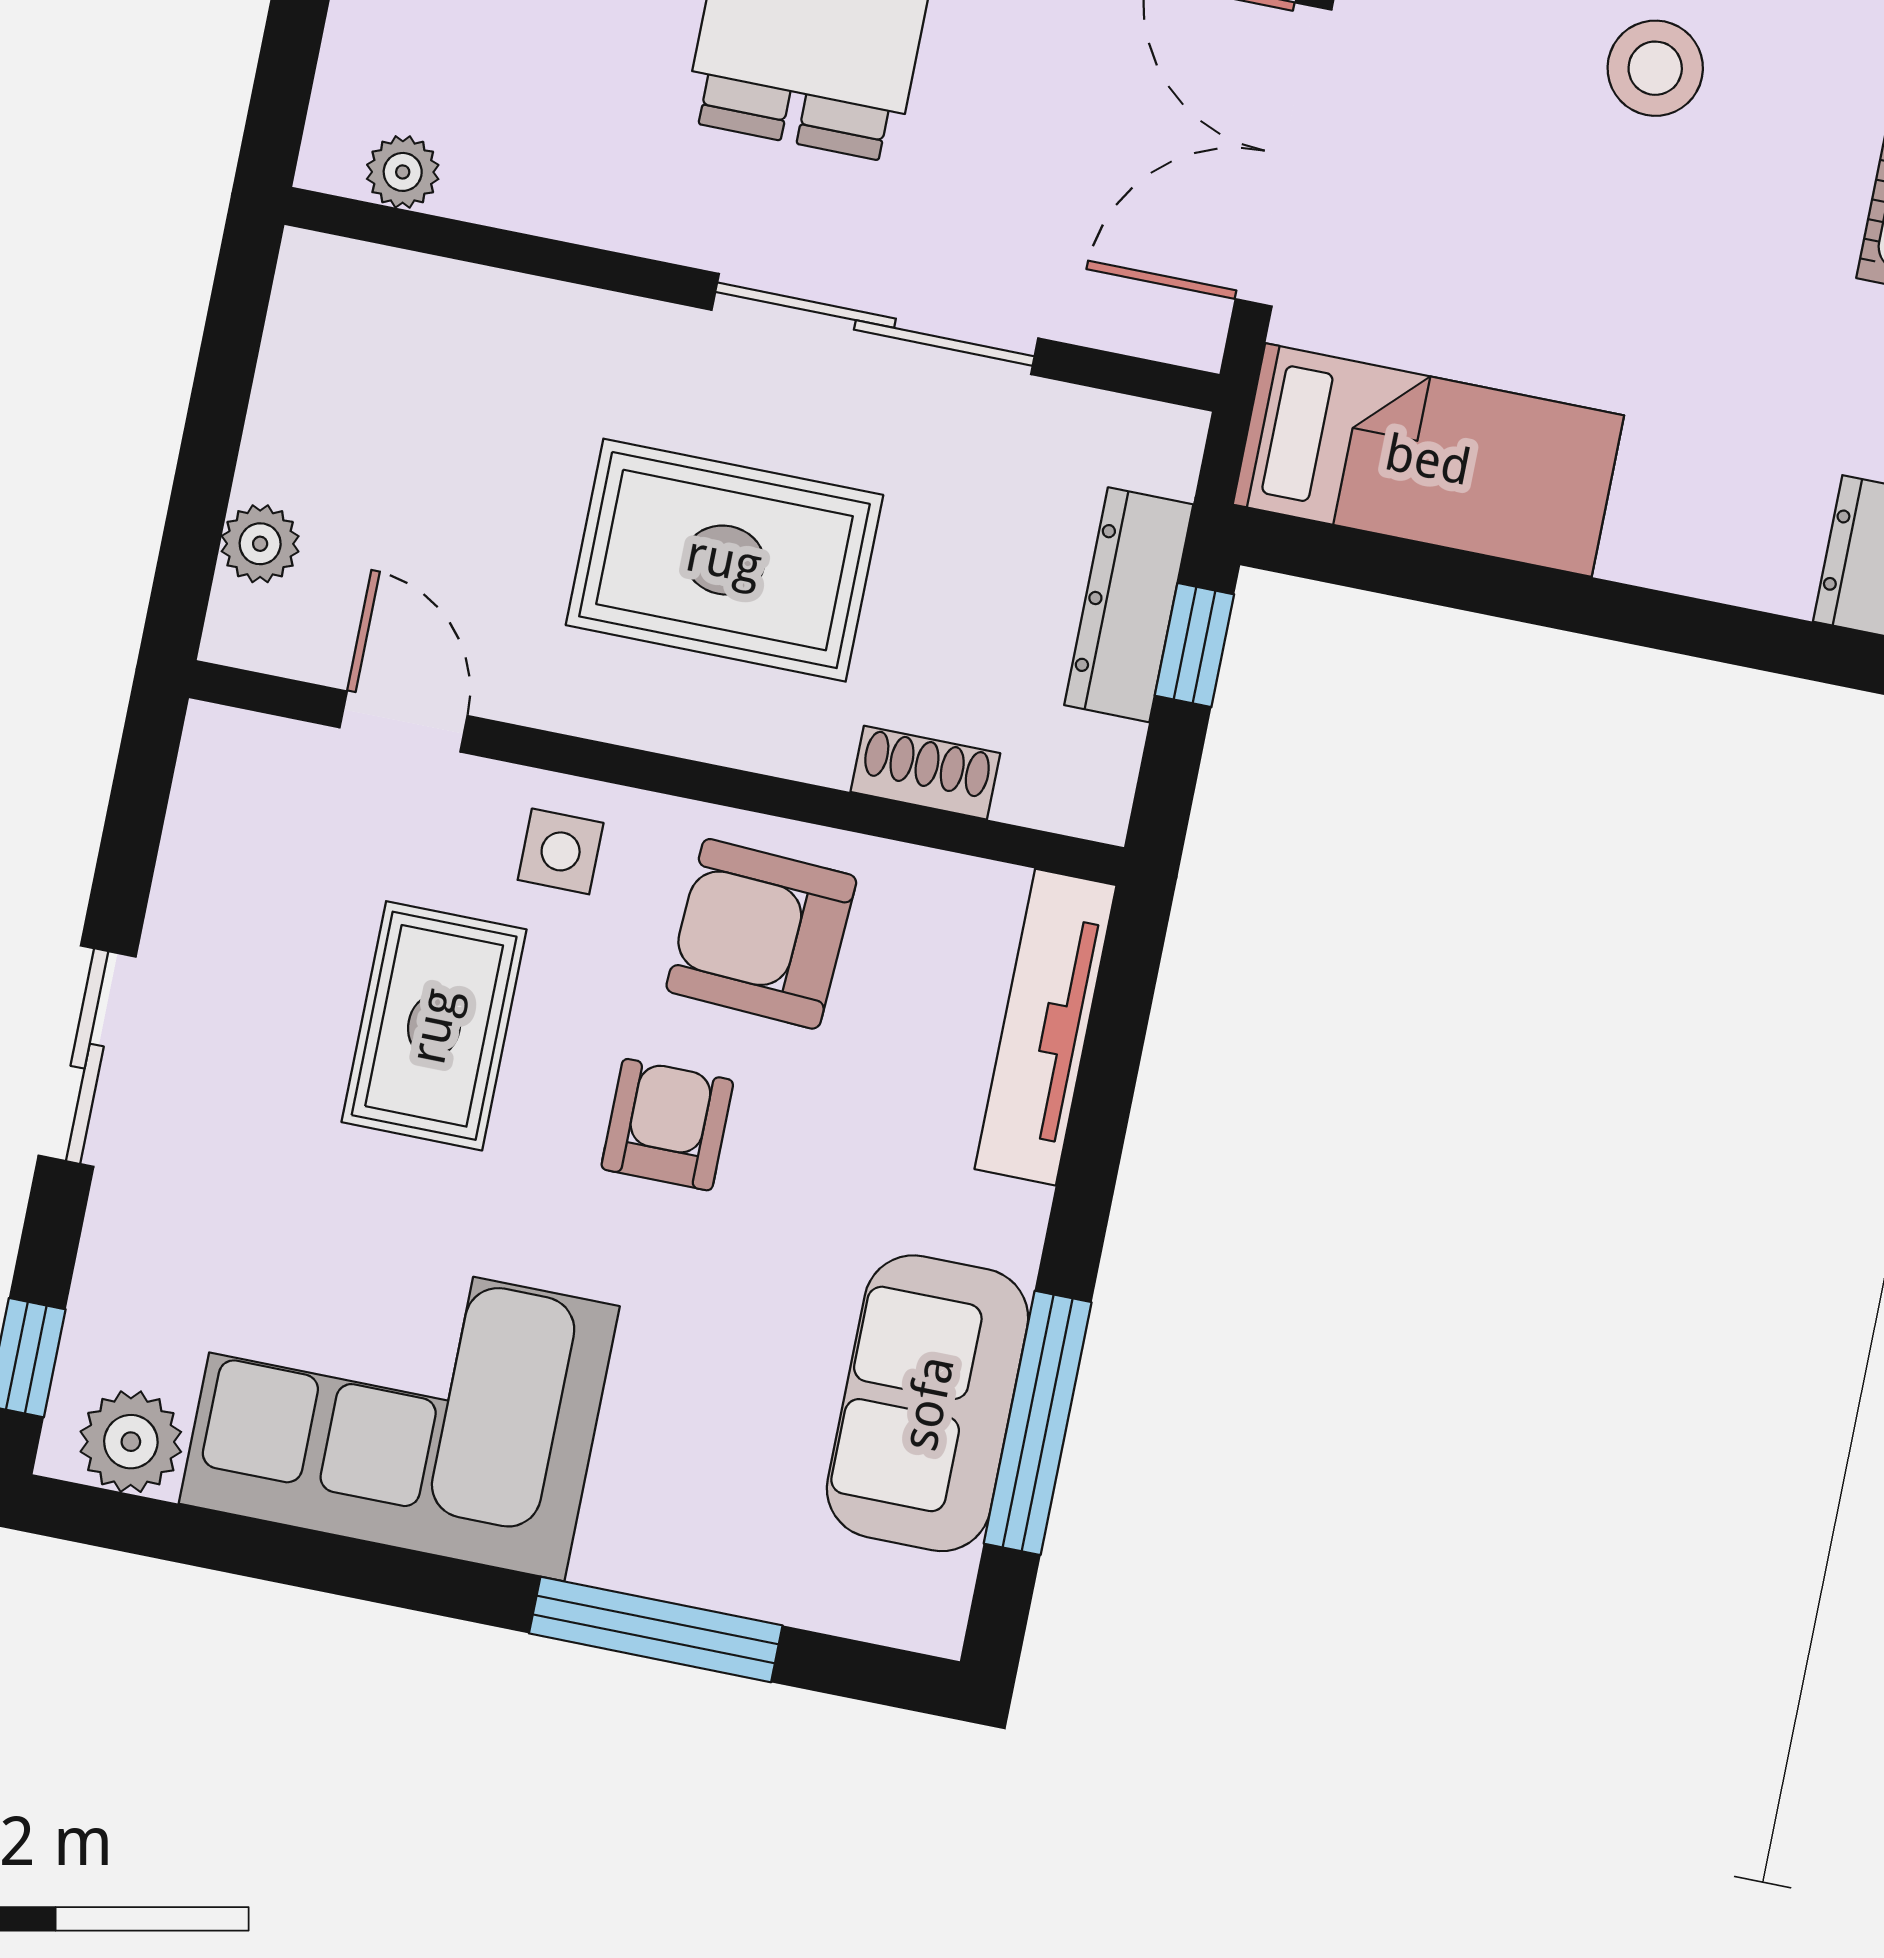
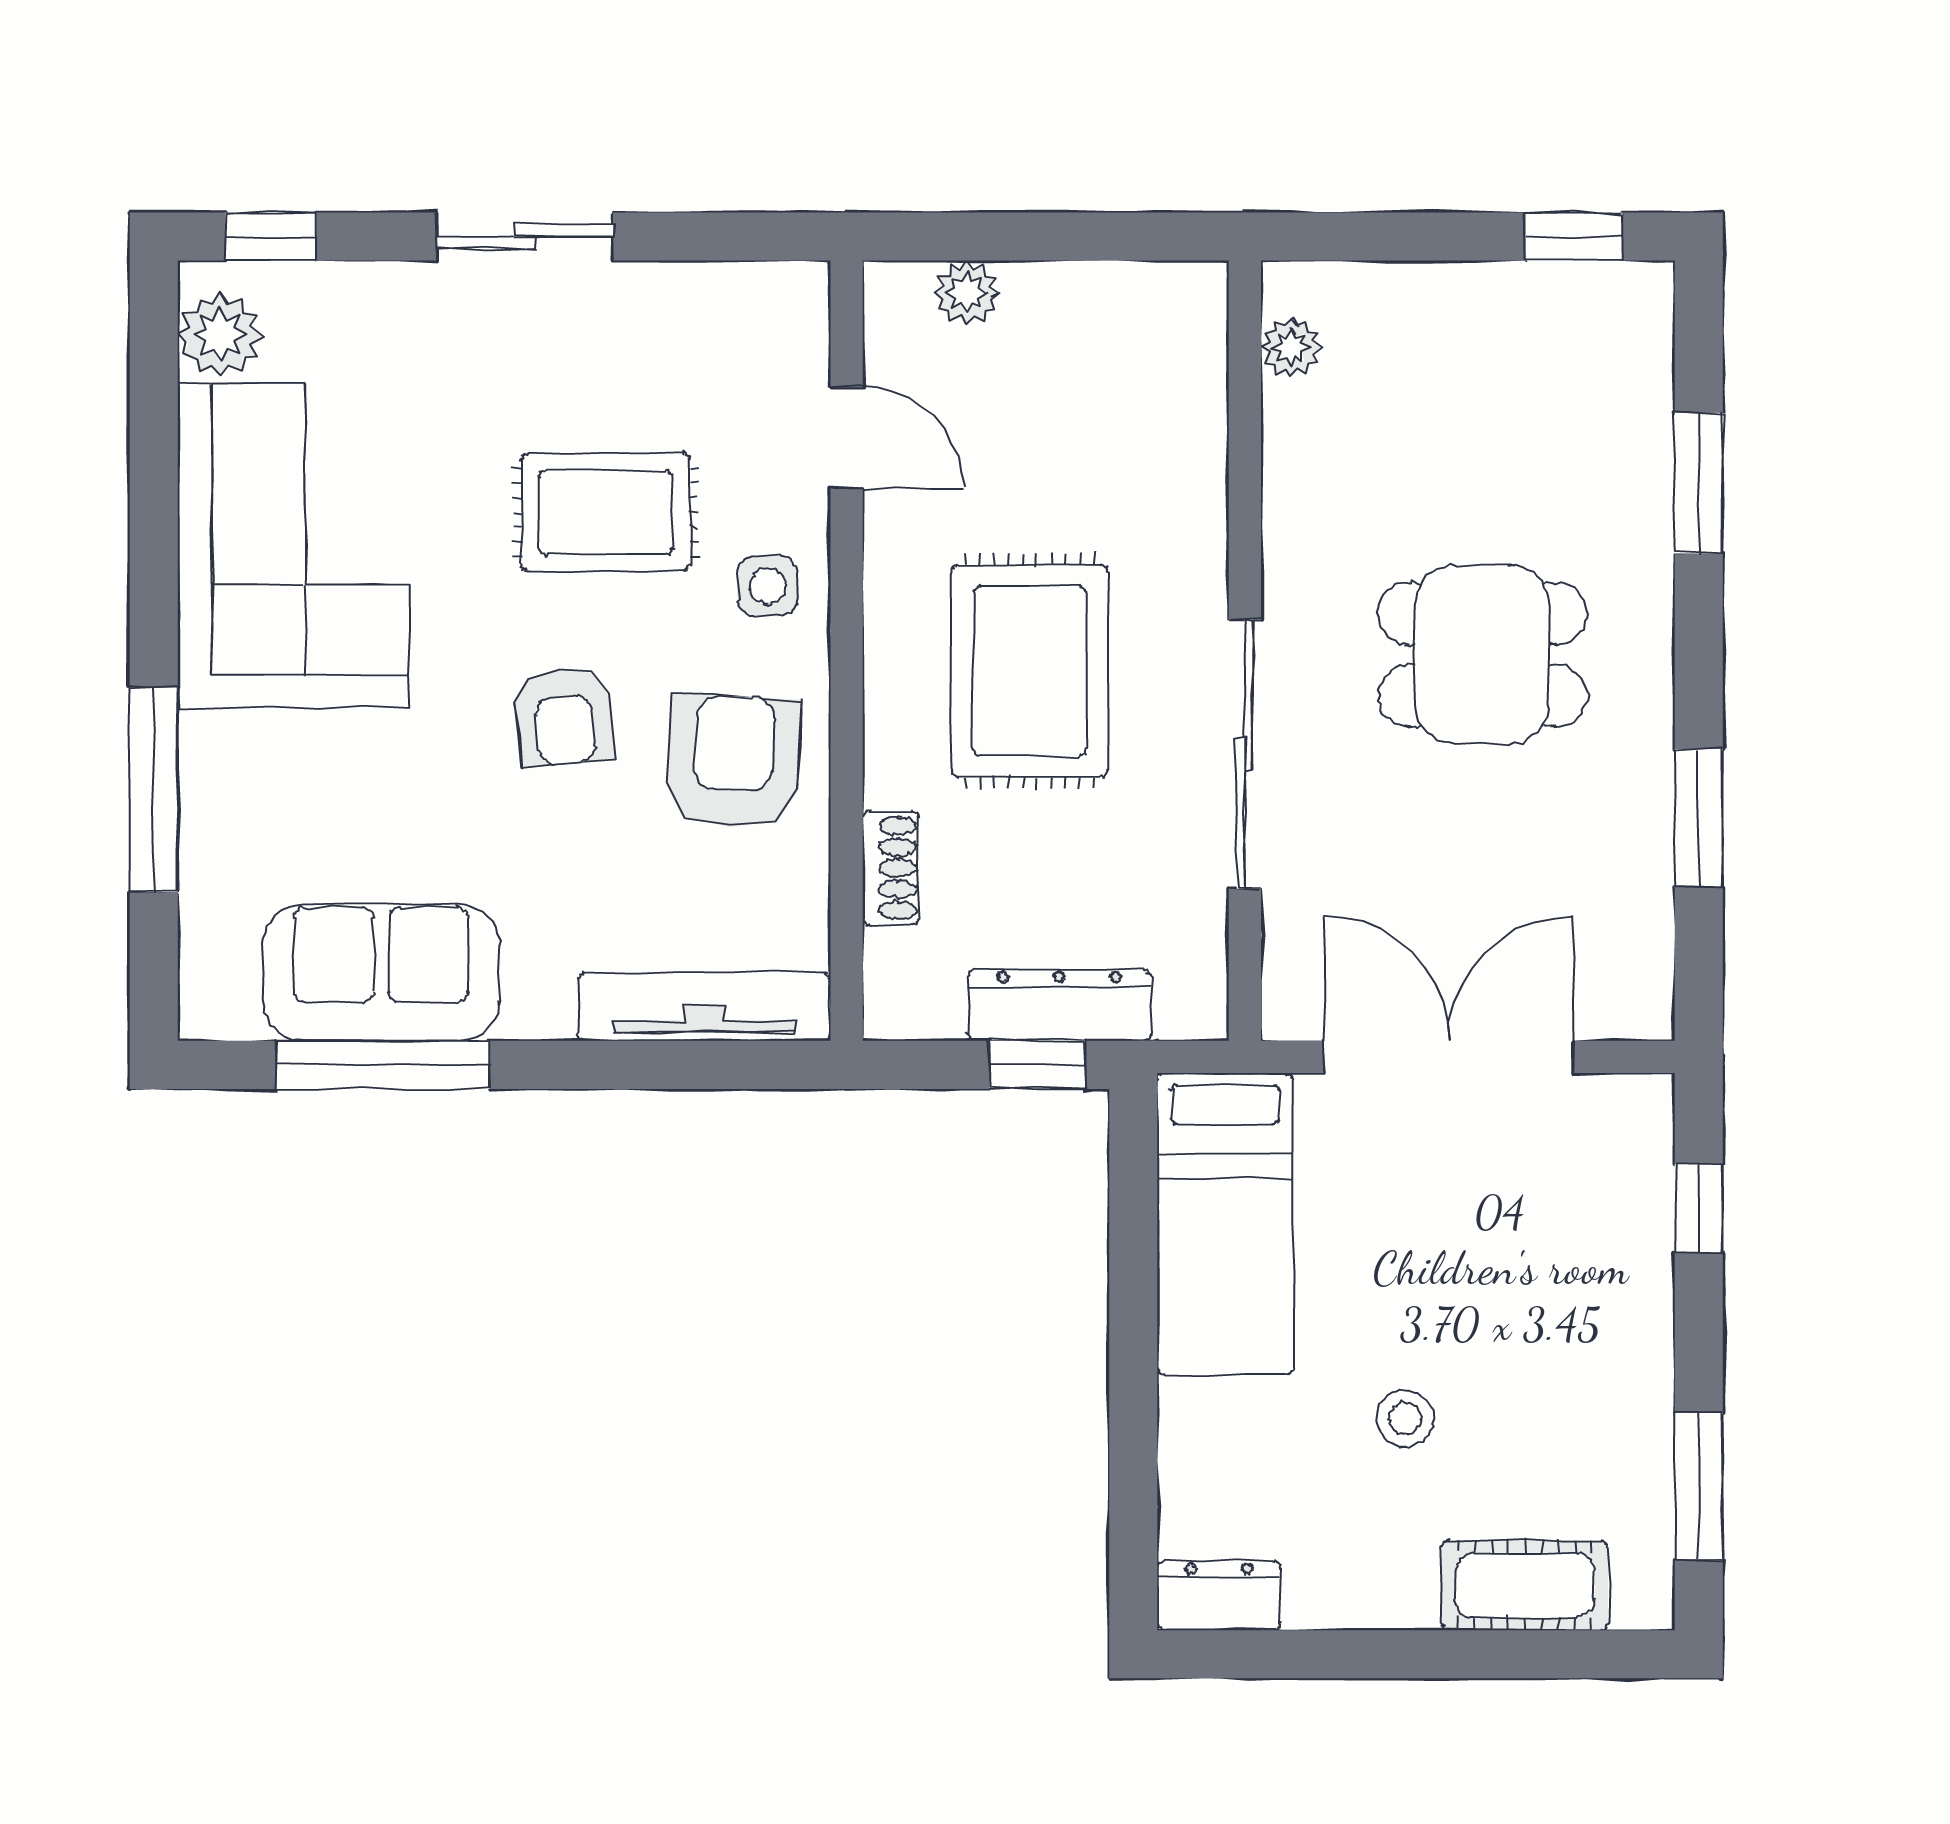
stool: (1655, 68) -> (1405, 1418), moved, width x0.73, depth x0.73
door: (404, 722) -> (847, 438), hinge flipped
armchair: (667, 1125) -> (564, 717), turned 84

